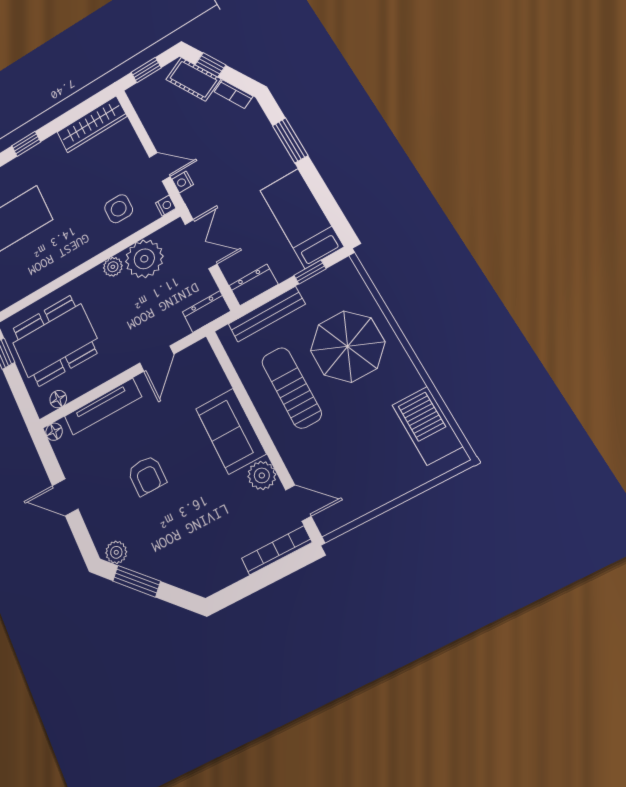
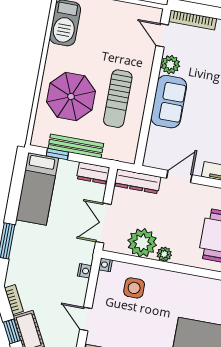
door: (160, 167) -> (86, 319), moved
dresser: (206, 312) -> (137, 181), width x1.44
bench: (267, 314) -> (76, 146), moved

